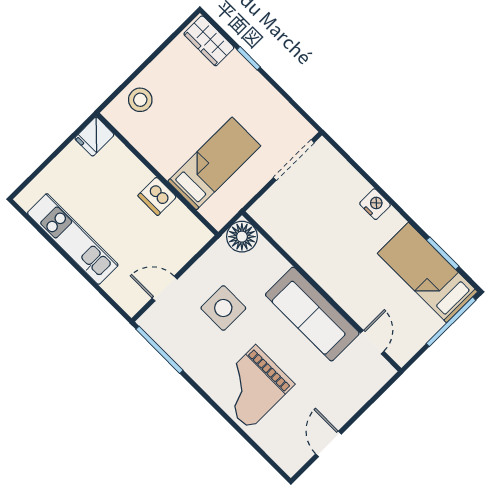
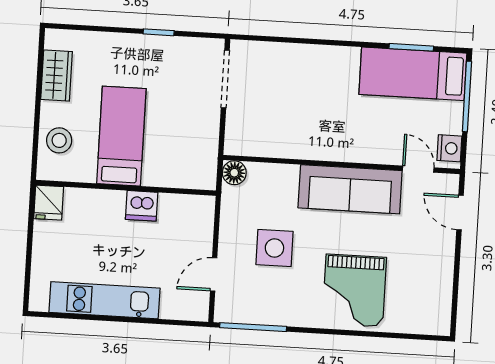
wardrobe: (209, 41) -> (57, 76), moved, turned -90
window: (249, 58) -> (159, 32), moved
bed: (214, 163) -> (121, 136), moved
nightstand: (375, 204) -> (449, 148), moved, turned 90
floor lamp: (242, 237) -> (234, 173), width x0.73, depth x0.73
door: (329, 444) -> (460, 212), moved

